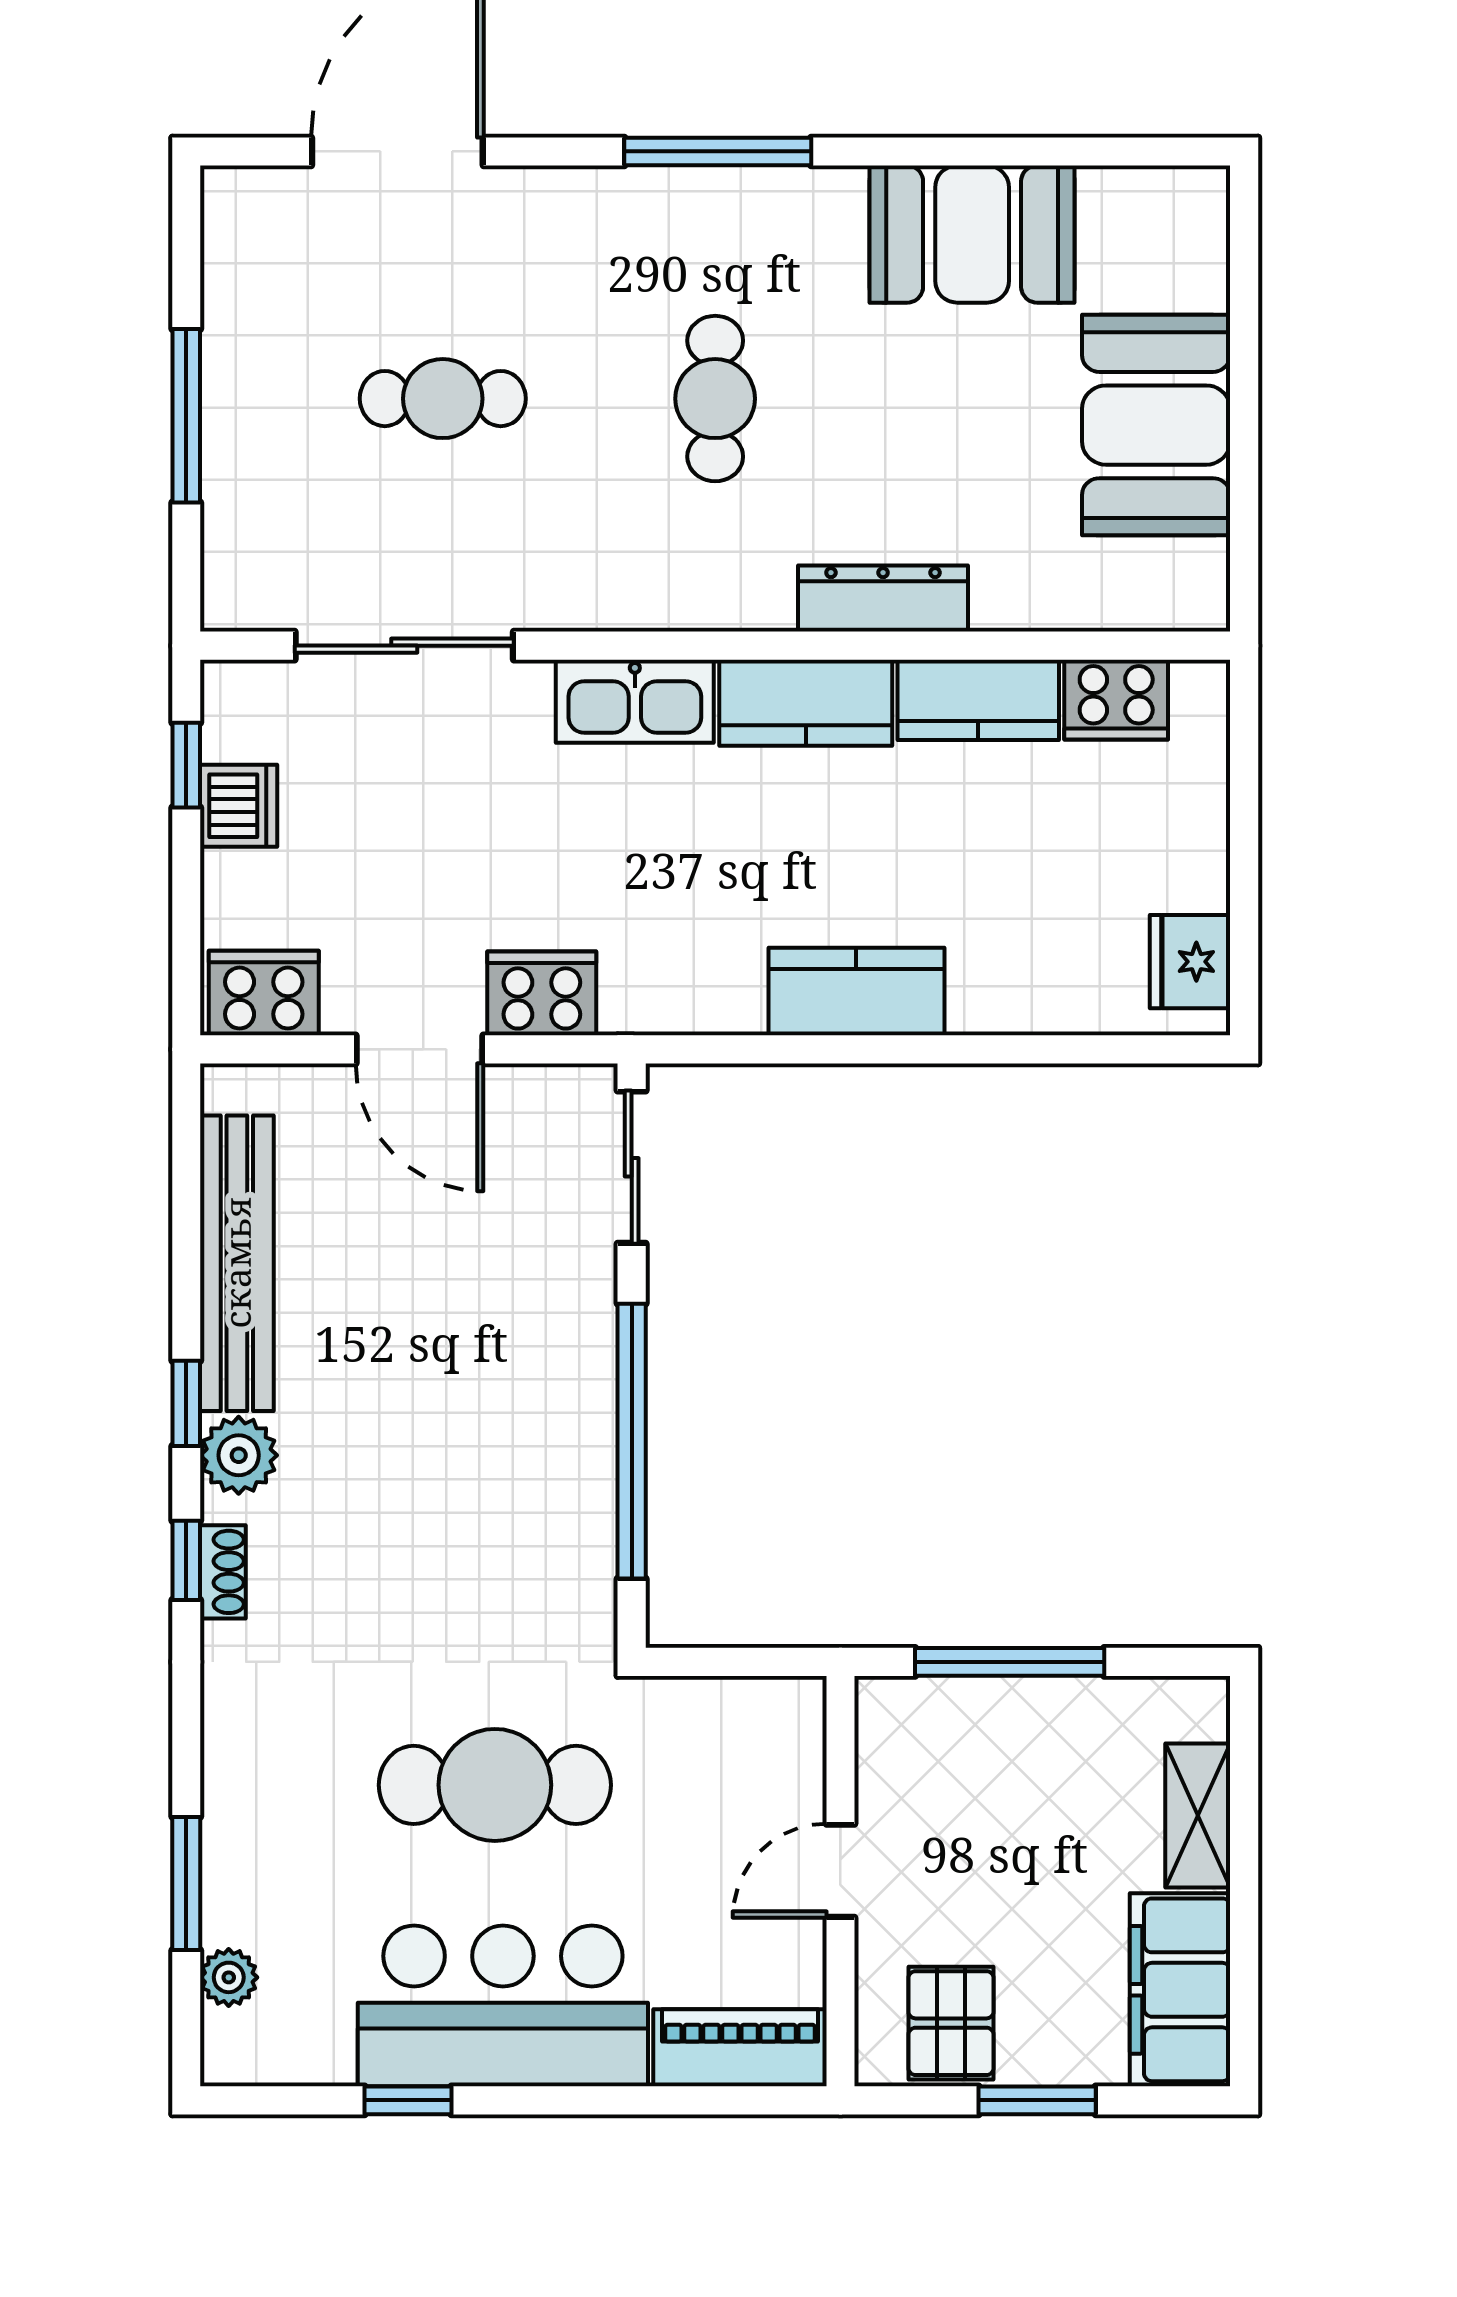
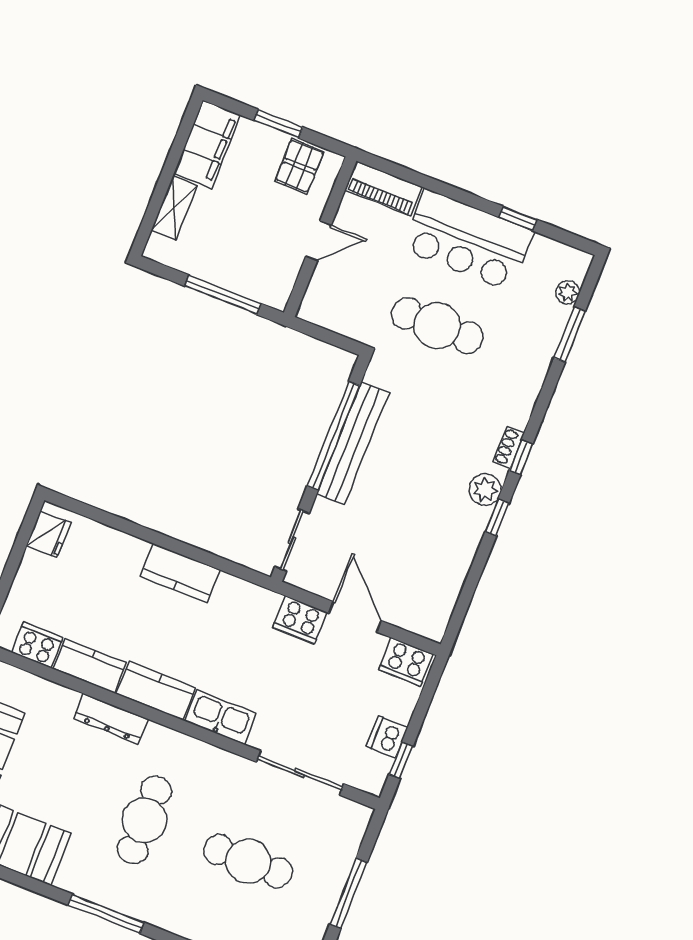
cafe table: (443, 399) -> (248, 861), width x1.37, depth x1.35
cafe table: (715, 399) -> (144, 820), width x1.37, depth x1.35
bench: (237, 1263) -> (353, 443), moved

